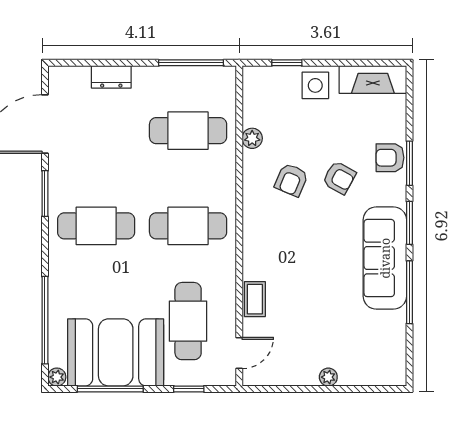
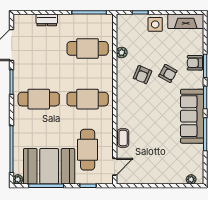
plant: (328, 377) -> (191, 179), moved

